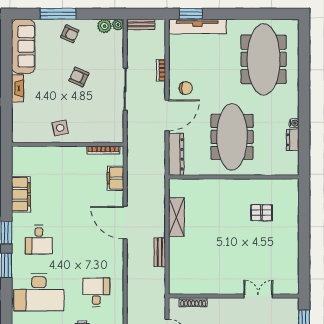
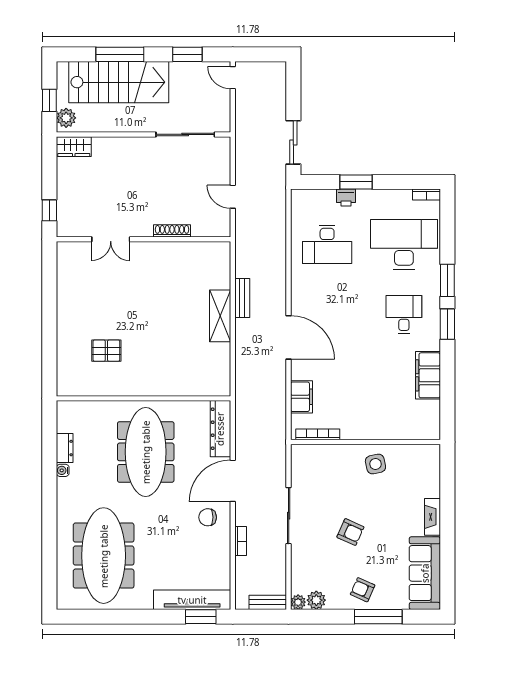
shelving: (176, 217) -> (220, 316), moved
desk: (96, 292) -> (327, 244), width x1.37
shoe rack: (193, 302) -> (172, 231), moved

